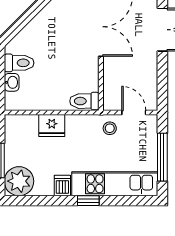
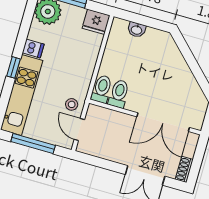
toilet: (19, 63) -> (119, 94), moved, turned 180
door: (134, 113) -> (79, 130), swing flipped
fridge: (52, 125) -> (96, 22), moved, turned -90

